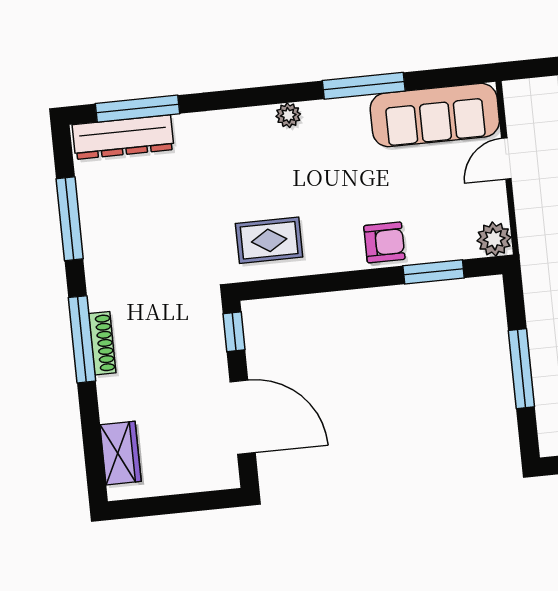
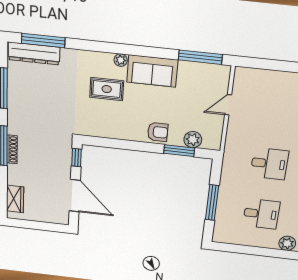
window: (364, 86) -> (200, 57), moved
sofa: (435, 115) -> (152, 71), moved, width x0.73
plant: (494, 239) -> (193, 140), moved
rug: (269, 240) -> (107, 89), moved

